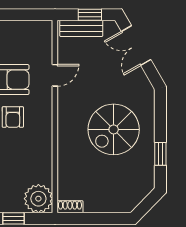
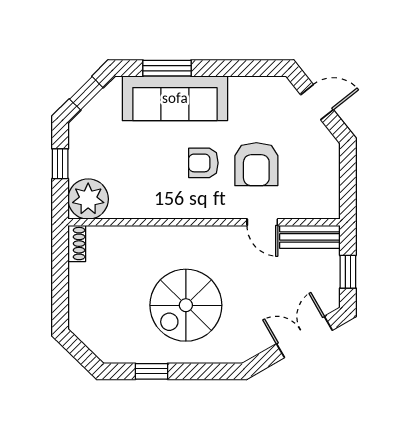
bench: (81, 28) -> (310, 237), moved, turned 90
spiral stairs: (114, 129) -> (186, 305), turned -90

